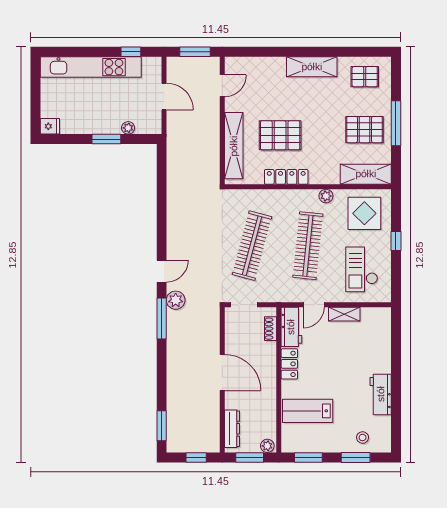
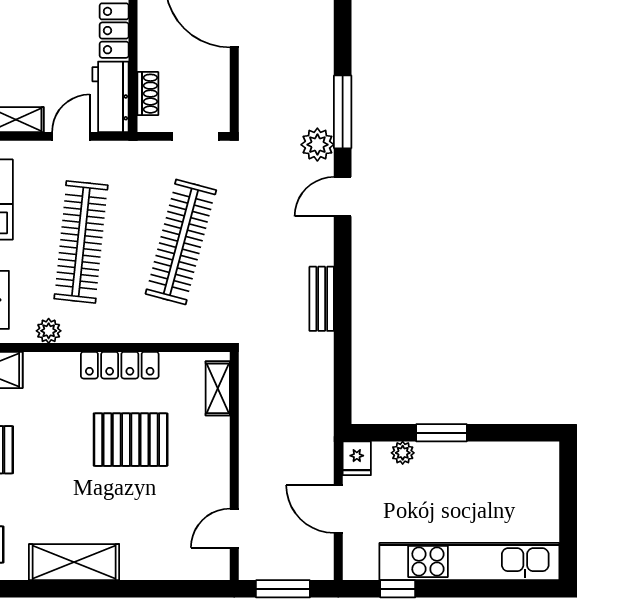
fridge: (50, 126) -> (357, 458), moved, turned -90
shelving: (234, 146) -> (218, 388), width x0.45, depth x0.75
bench: (173, 214) -> (322, 299), added

